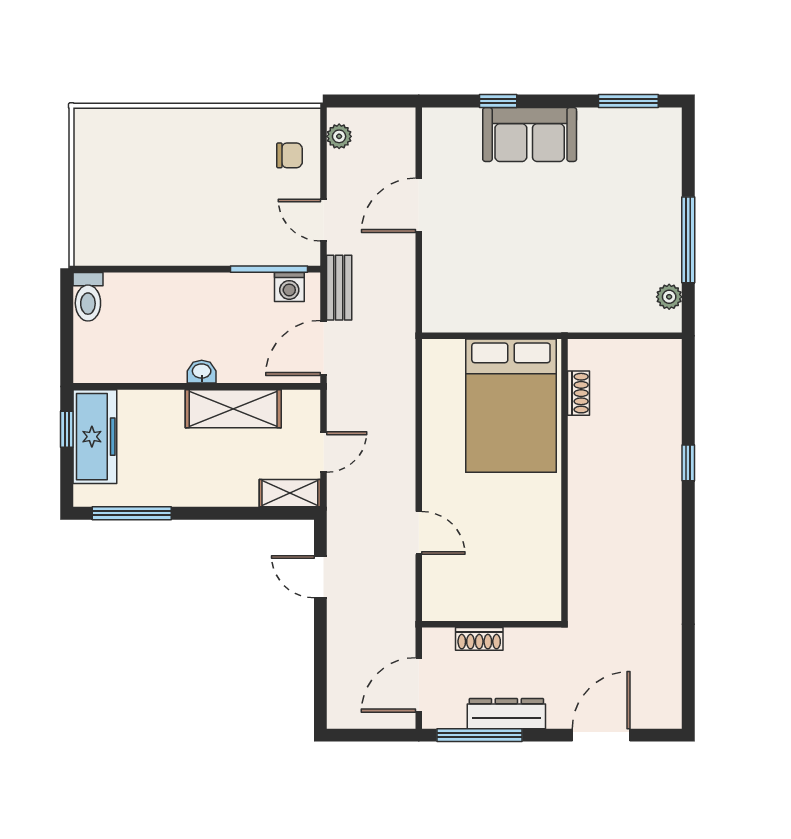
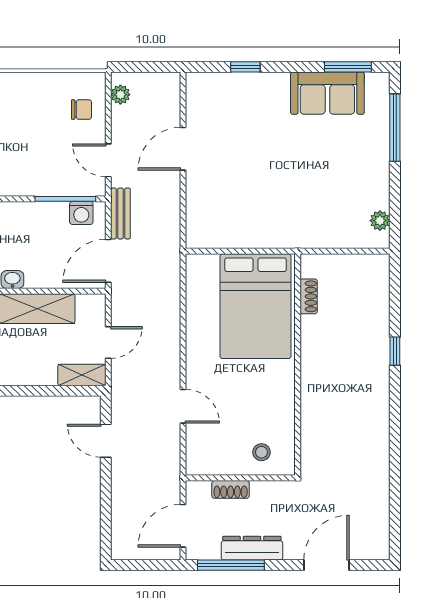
sofa: (530, 134) -> (327, 93), moved
window: (688, 240) -> (395, 128), moved
stool: (519, 591) -> (261, 452), added

